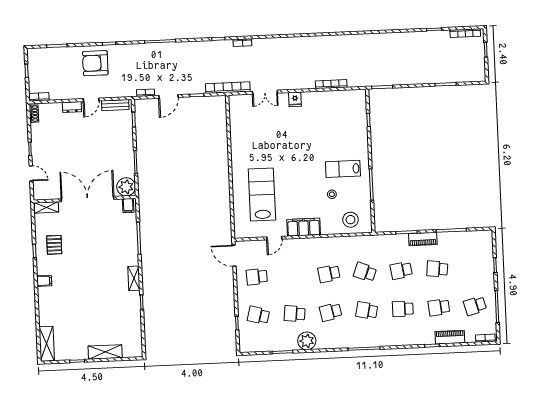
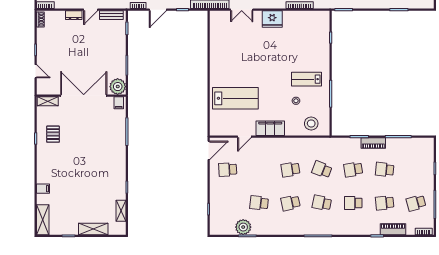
fridge: (295, 99) -> (272, 19), width x1.88, depth x1.34
lab bench: (262, 194) -> (235, 98), turned 90
door: (234, 256) -> (209, 150), swing flipped
shelving: (134, 278) -> (121, 211), moved
filing cabinet: (44, 281) -> (43, 189), moved
school desk: (258, 315) -> (228, 203), removed
plant: (307, 341) -> (243, 227), moved

